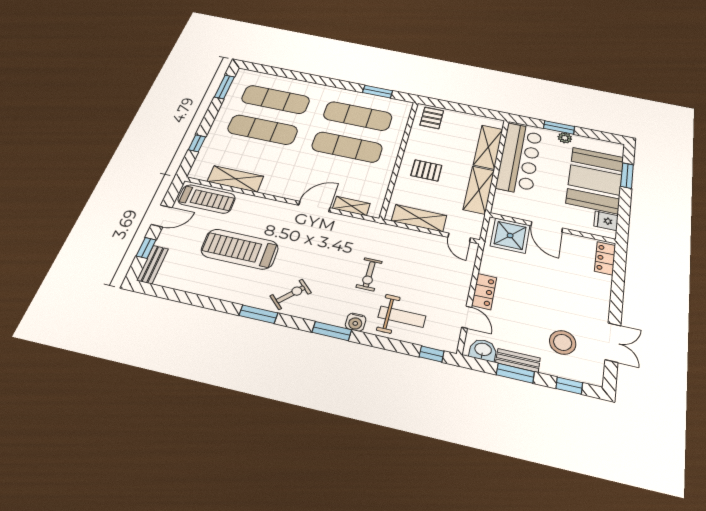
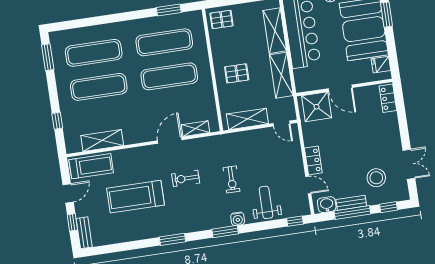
pallet: (432, 118) -> (222, 20), turned 90
exercise bike: (291, 294) -> (186, 178), moved, turned -134
weight bench: (402, 317) -> (266, 202), turned -90
window: (515, 373) -> (352, 213), width x1.44

